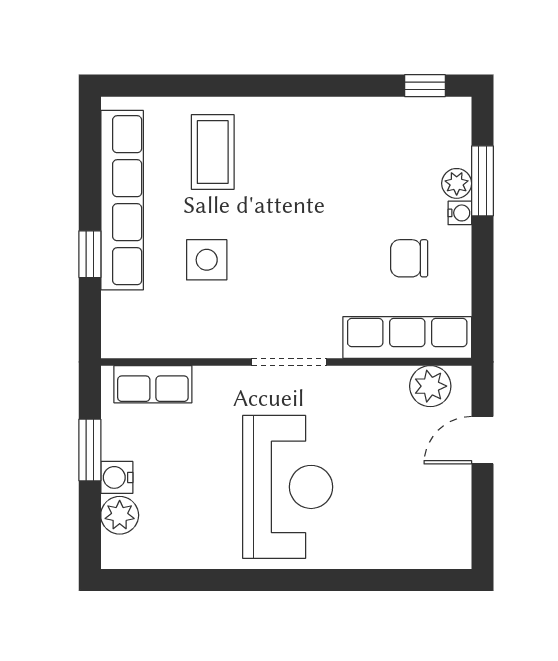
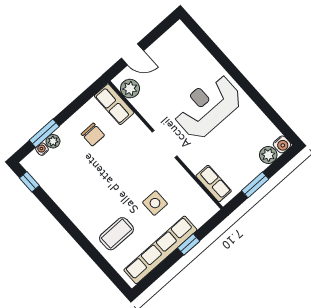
water cooler: (460, 213) -> (42, 149), moved
row of seats: (407, 337) -> (114, 104), width x0.68
water cooler: (117, 477) -> (282, 144), moved

